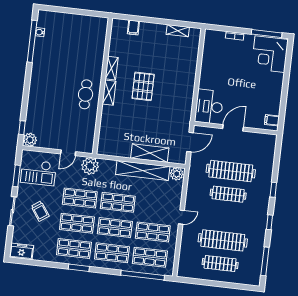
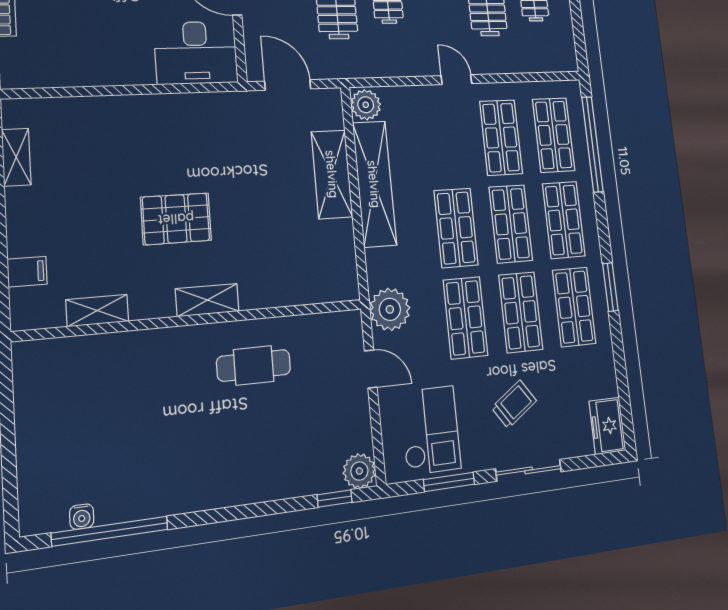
shelving: (112, 68) -> (97, 311), moved
cafe table: (86, 94) -> (254, 365), moved

